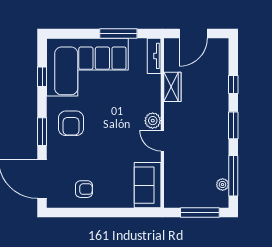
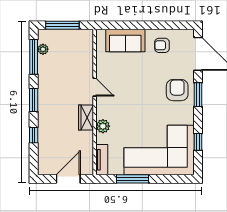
wardrobe: (172, 87) -> (86, 118), moved
plant: (153, 121) -> (103, 126), moved
armchair: (71, 123) -> (177, 90), moved
sofa: (148, 185) -> (125, 41), moved, turned 90

